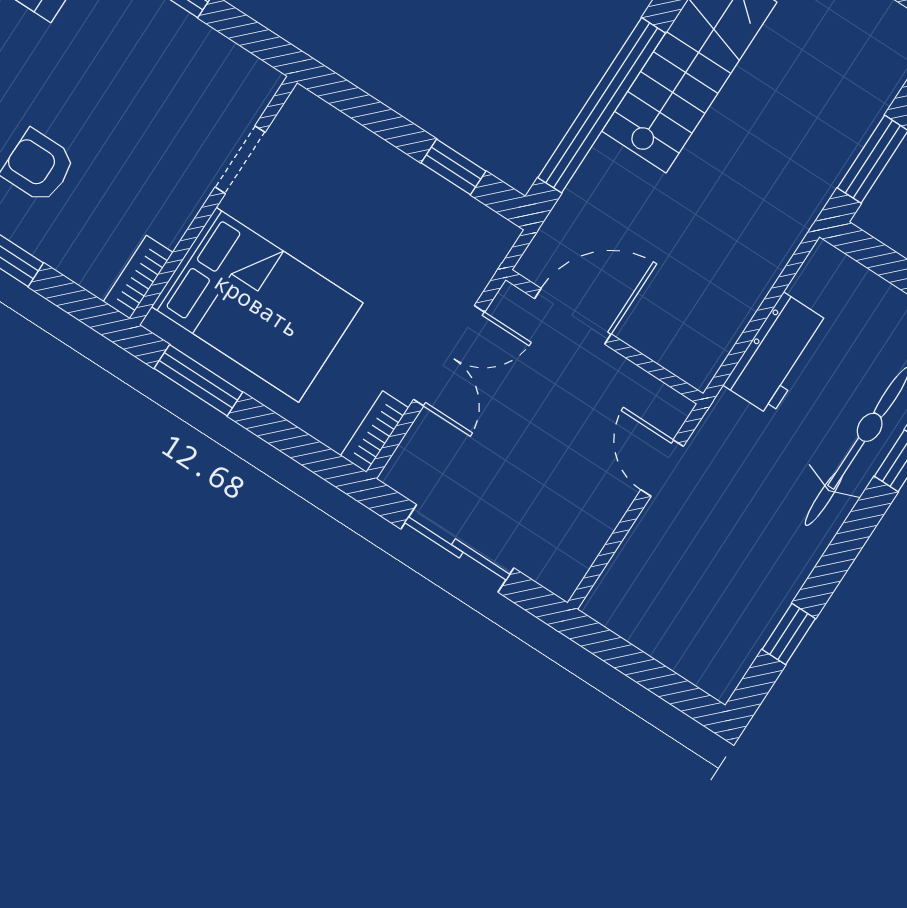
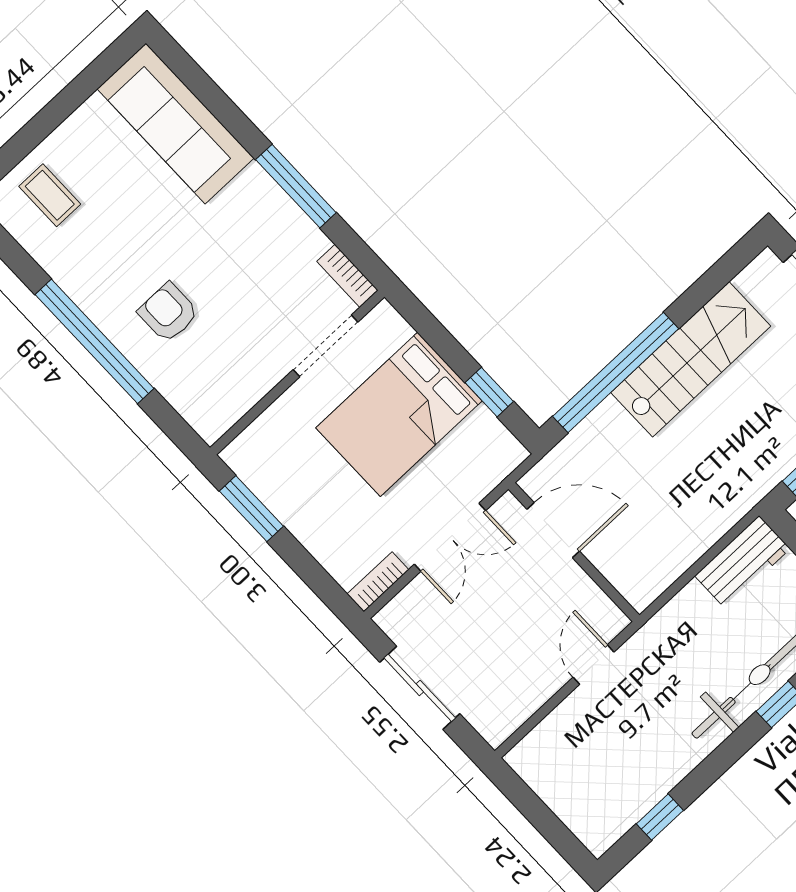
doorway: (240, 160) -> (326, 346), width x1.38
bookcase: (138, 277) -> (347, 276), moved, turned -90
bed: (257, 305) -> (399, 414), moved, turned 90
workbench: (777, 354) -> (742, 562), moved

